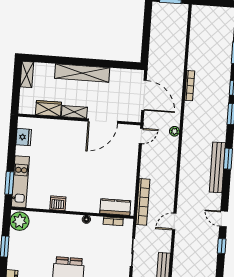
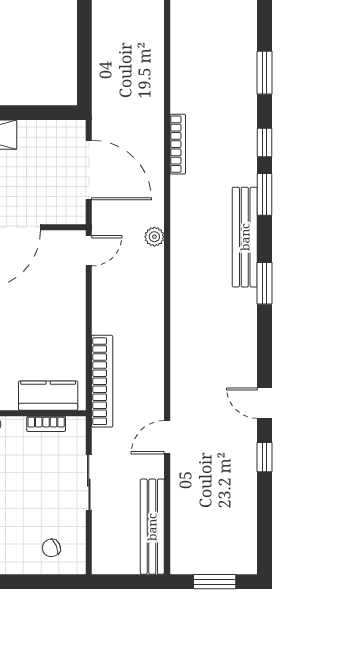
bench: (217, 167) -> (245, 237), moved
door: (174, 222) -> (167, 437), moved

